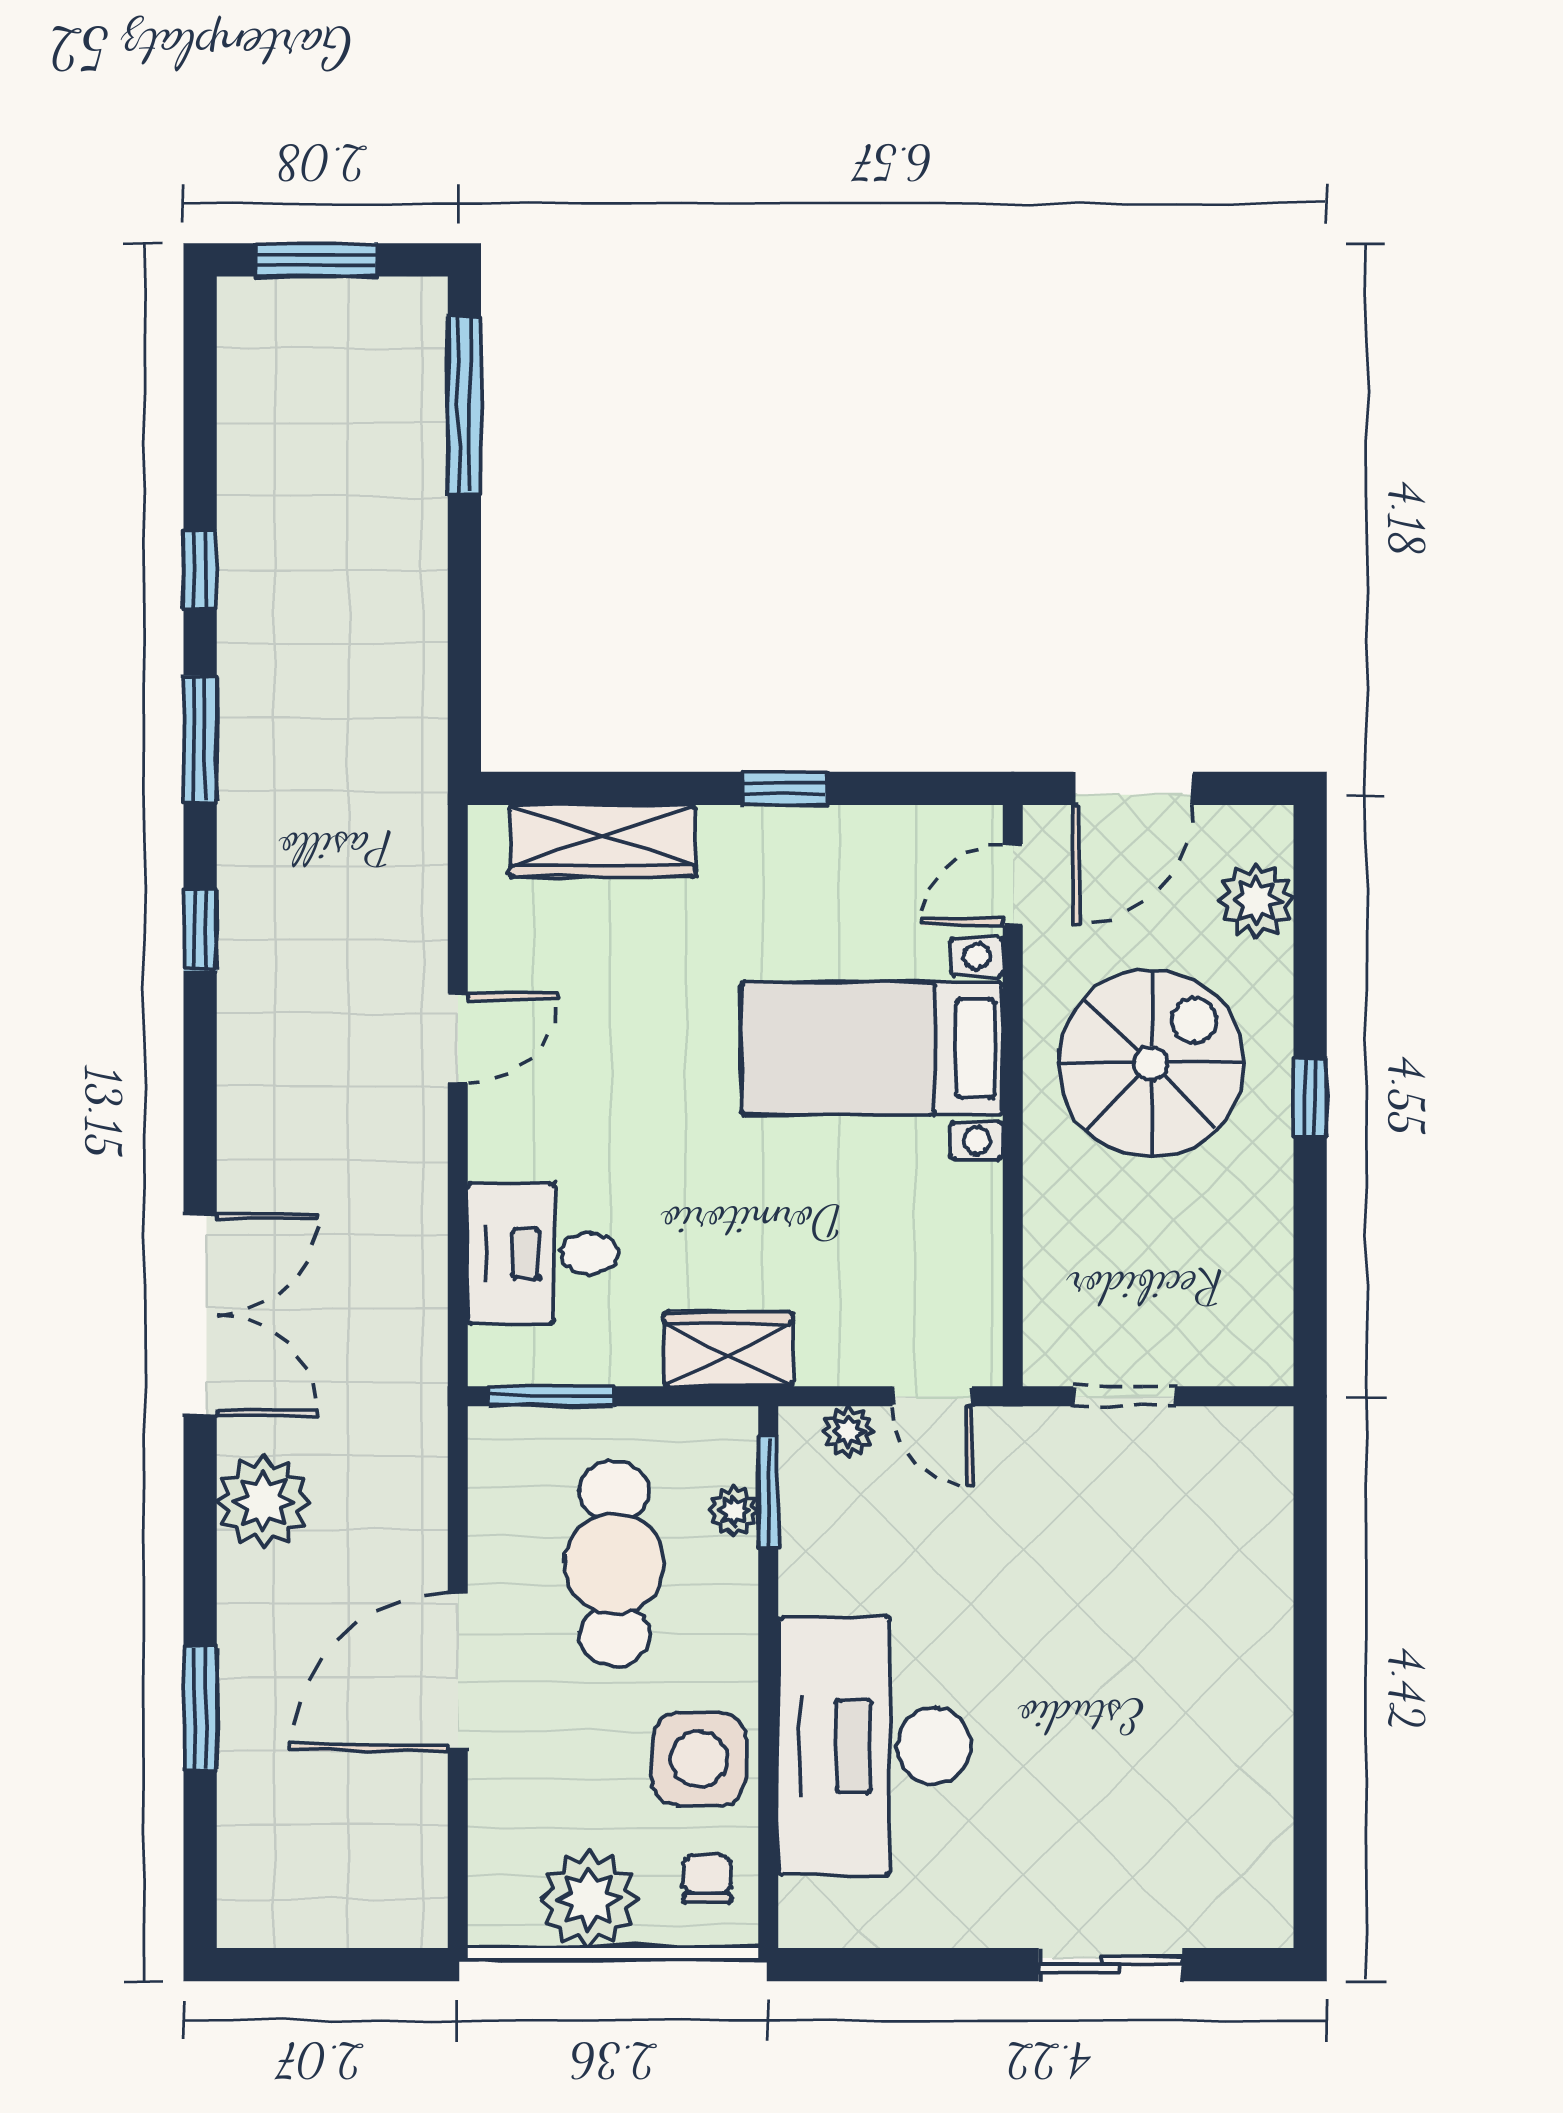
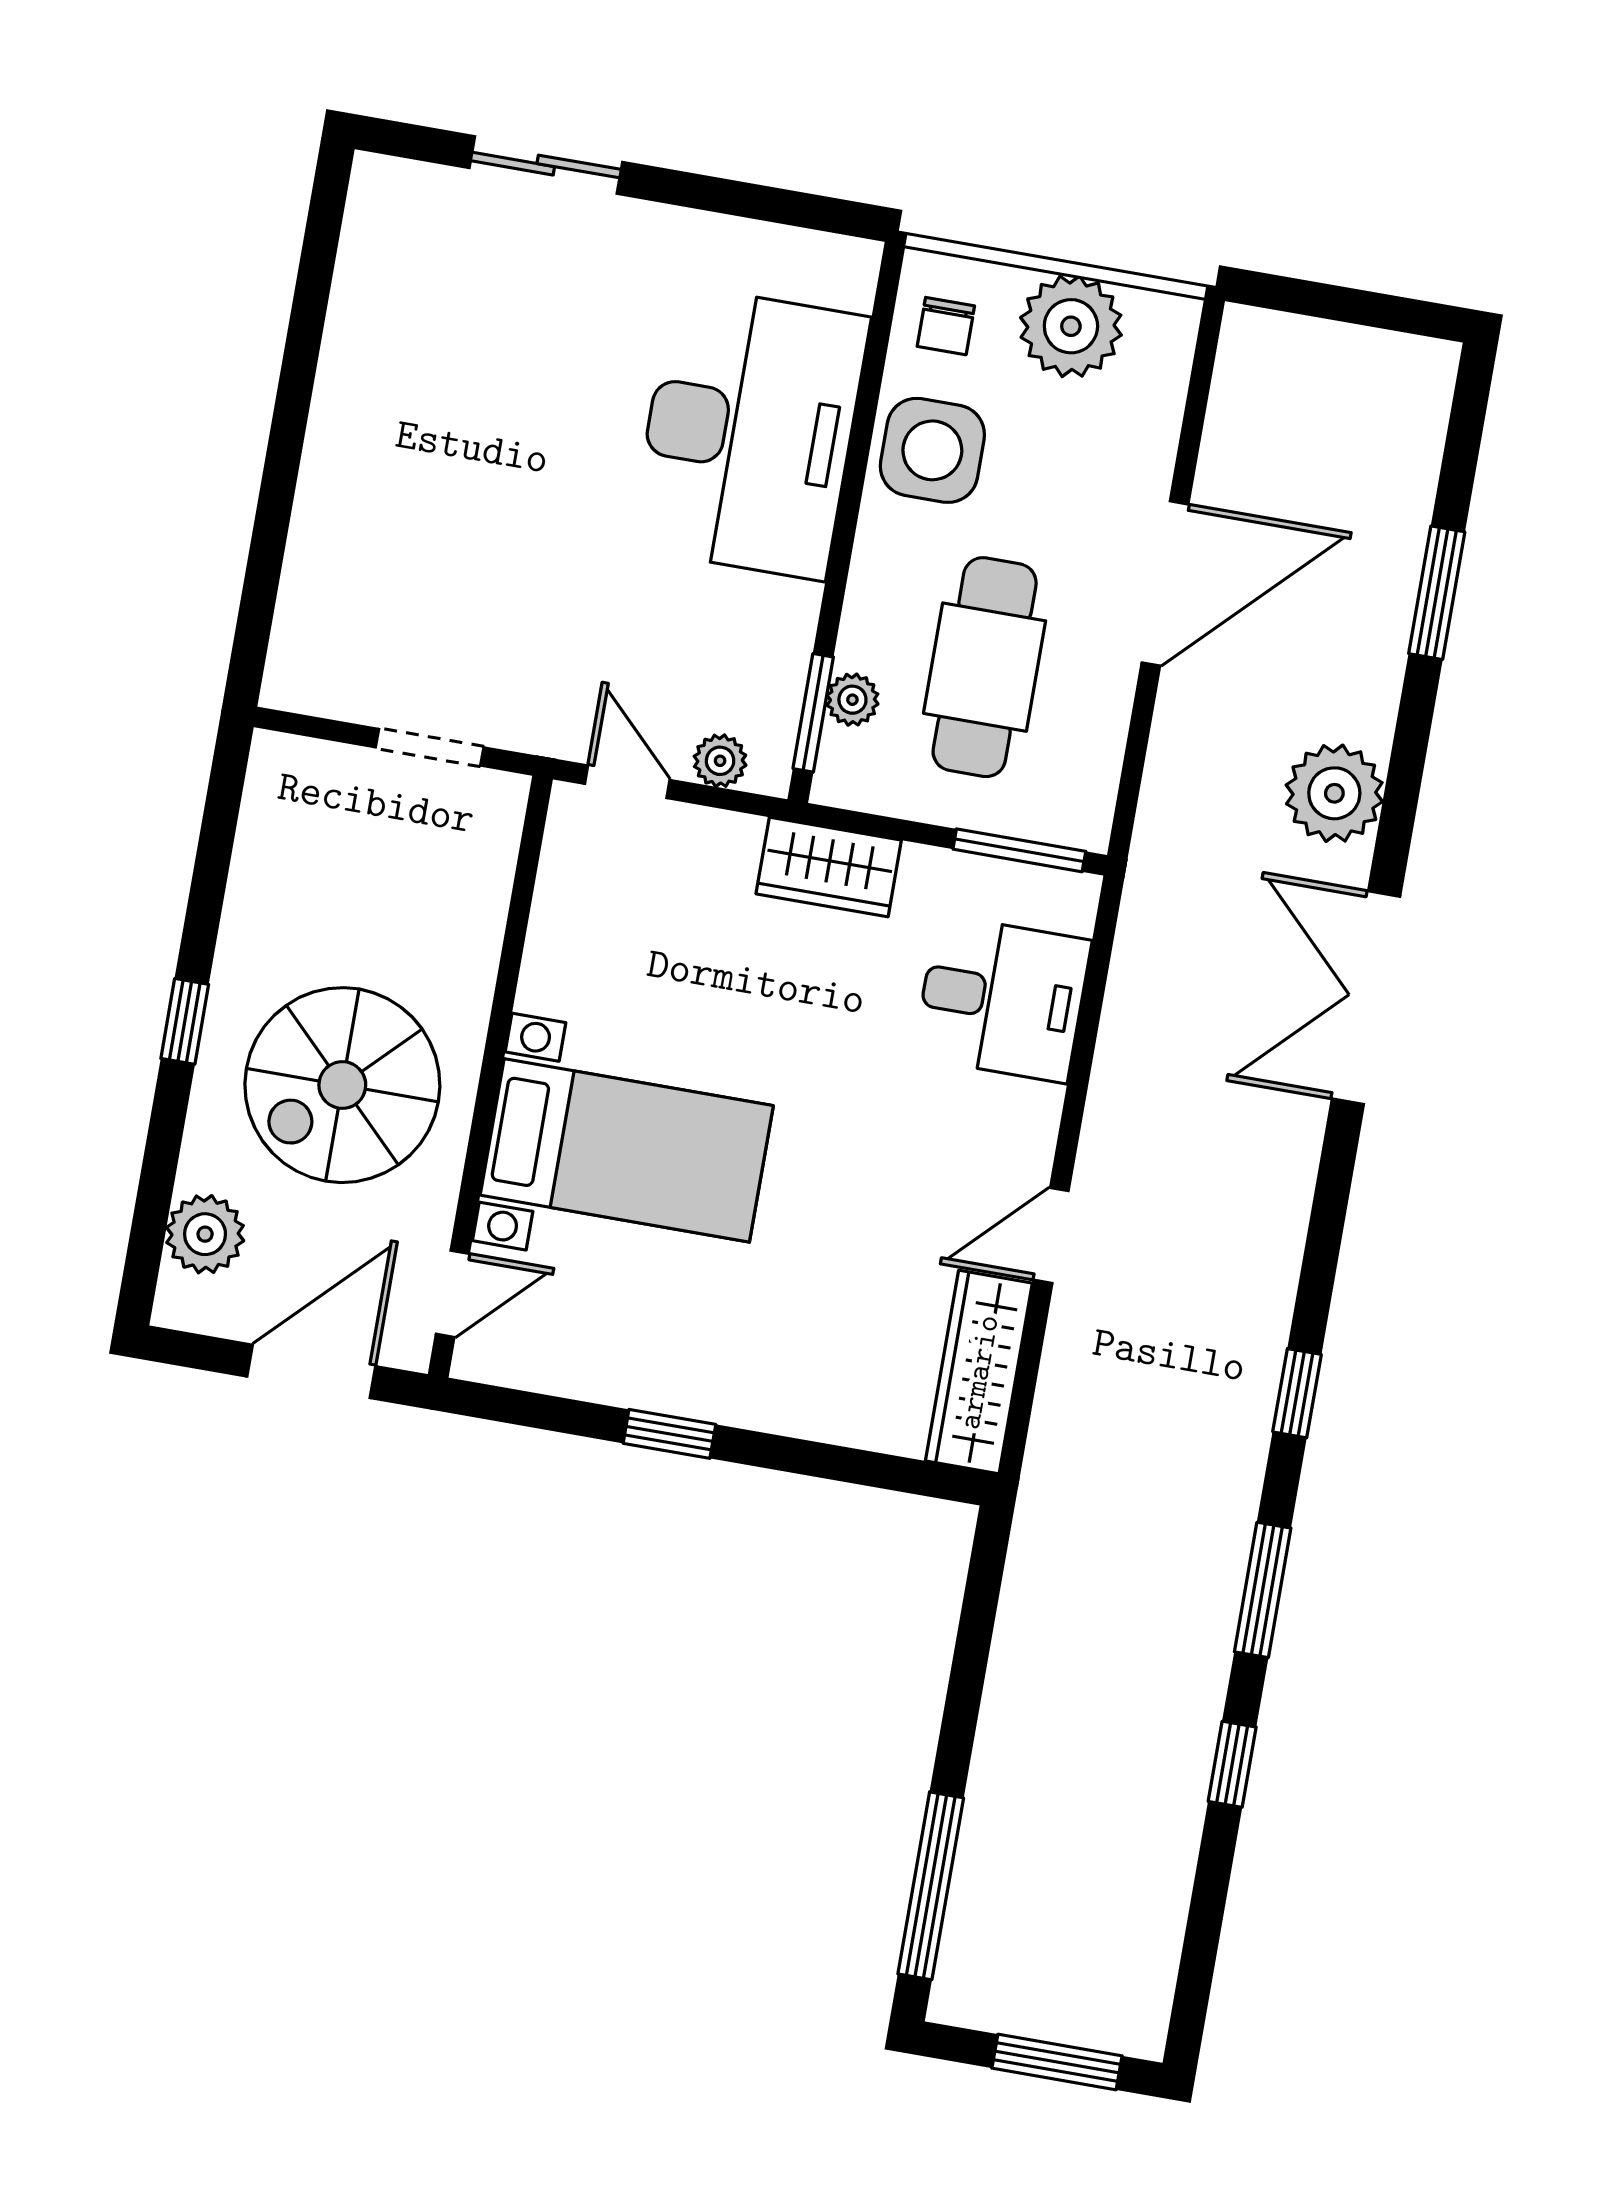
wardrobe: (603, 841) -> (979, 1372), moved, turned -90

